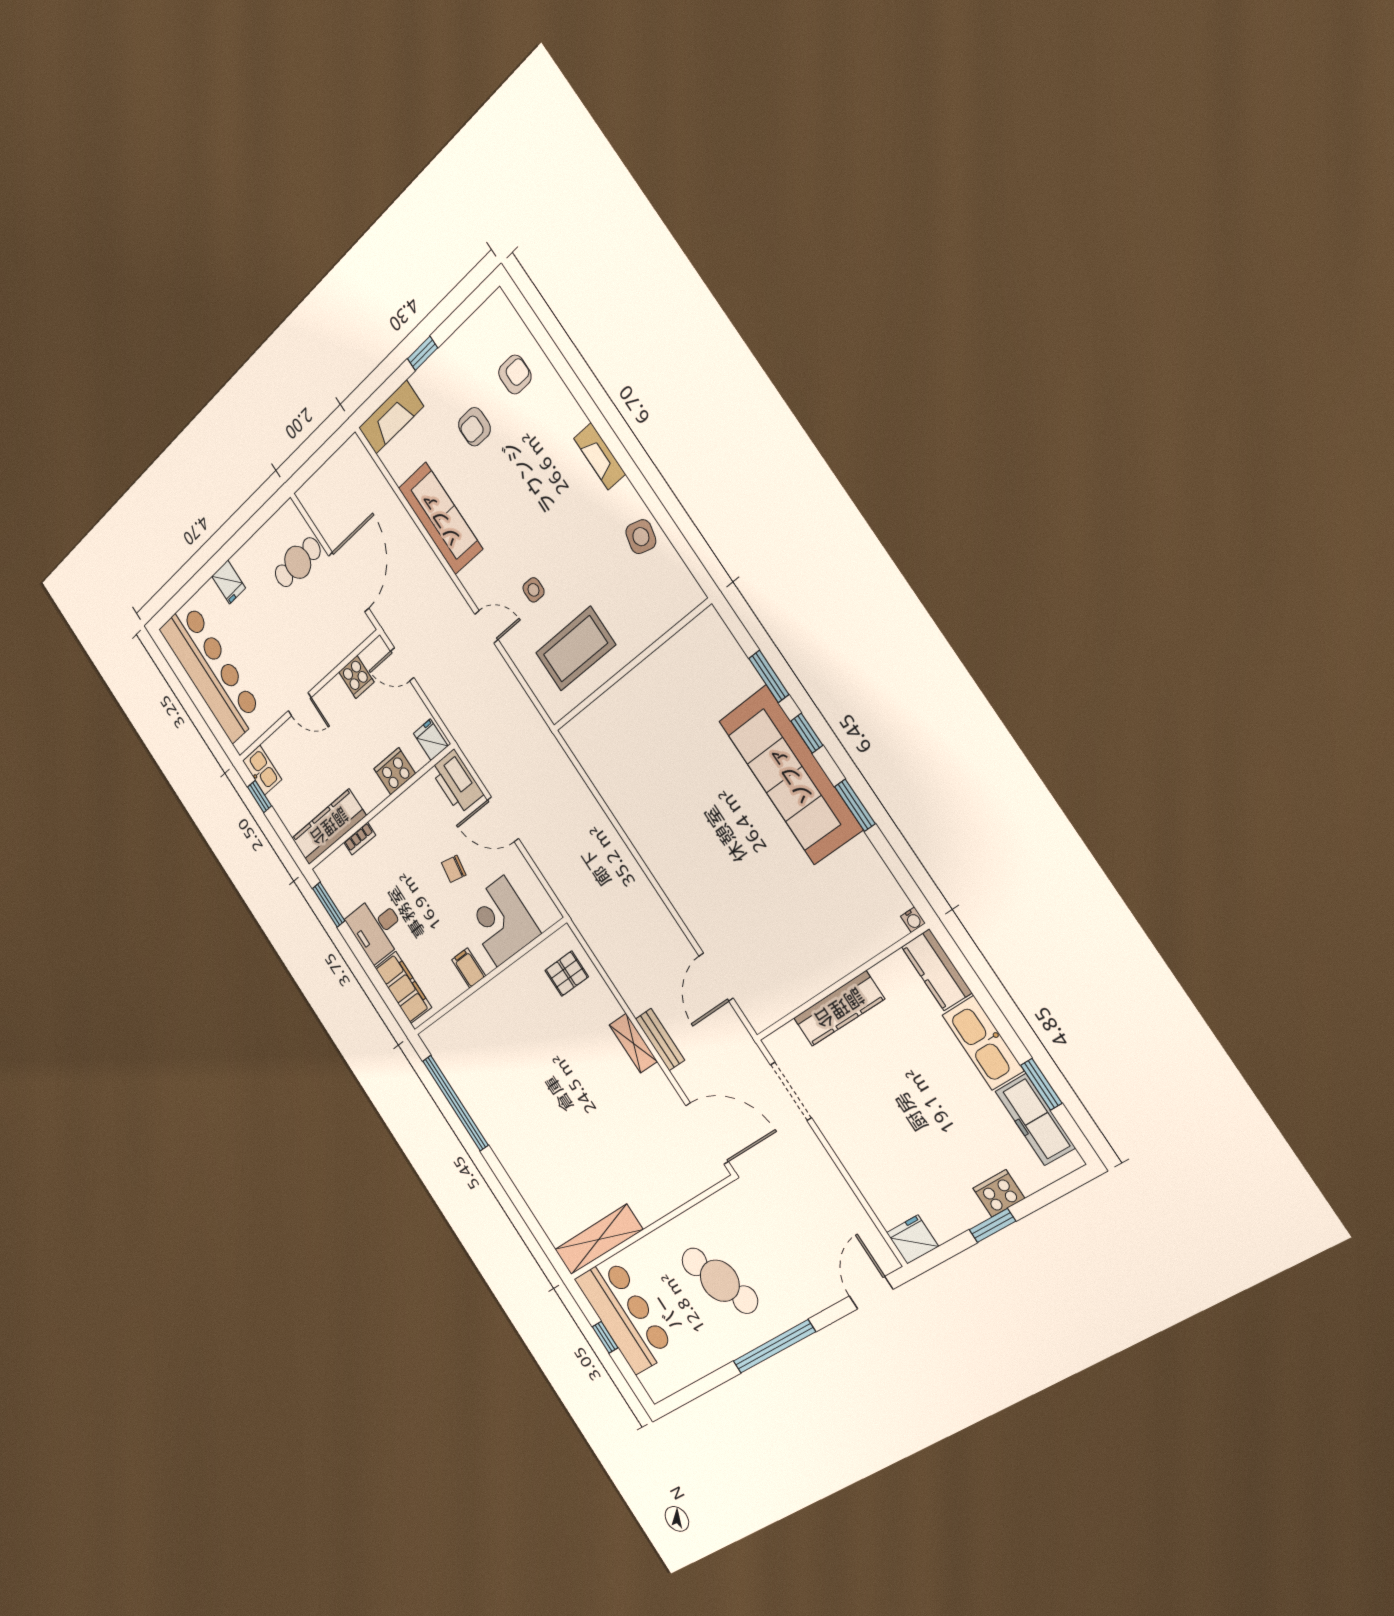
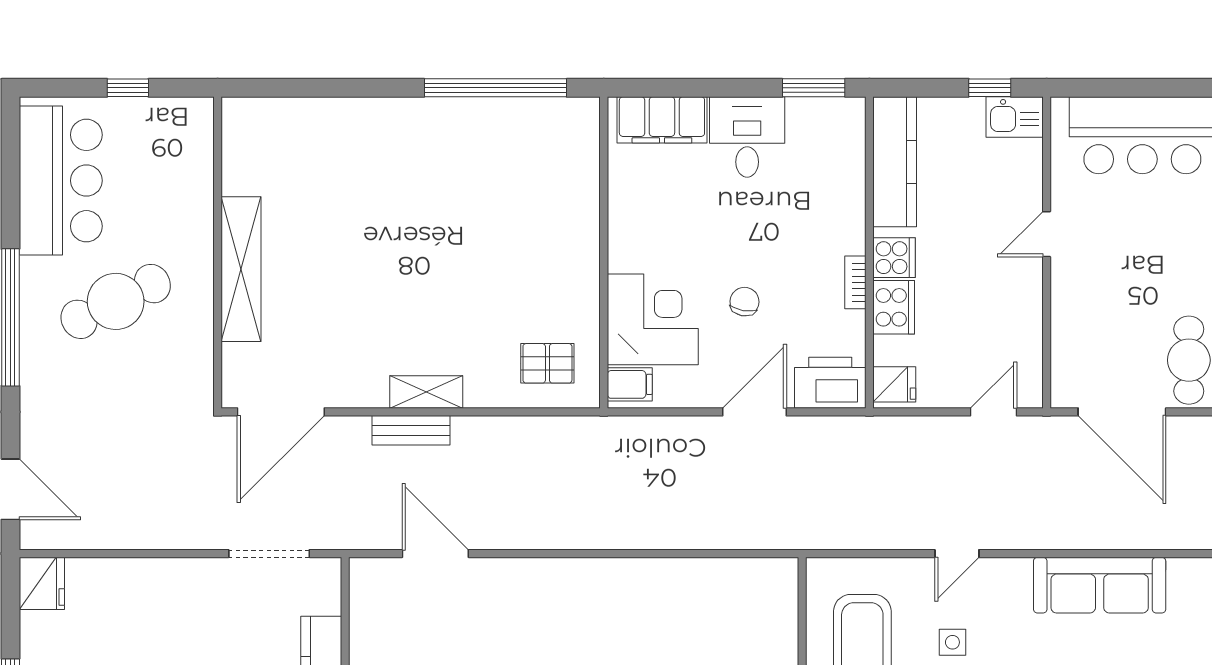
cooker: (356, 677) -> (894, 258), moved, turned 180
bookcase: (360, 839) -> (855, 282), moved
filing cabinet: (469, 968) -> (630, 384), moved
pallet: (567, 974) -> (547, 363), turned 90
shelving: (599, 1240) -> (241, 269), moved
bar counter: (625, 1315) -> (61, 181), moved, turned -90

